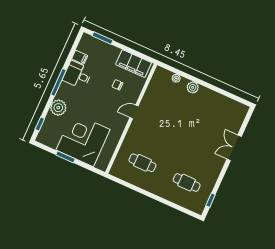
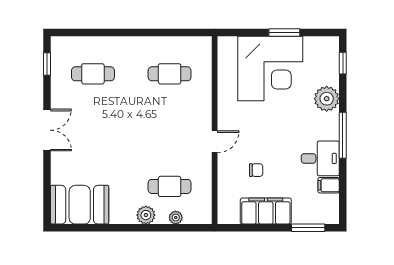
filing cabinet: (134, 64) -> (266, 211), moved
cafe table: (172, 98) -> (170, 186), added
booth: (228, 111) -> (80, 205), added
double door: (234, 148) -> (47, 130), moved

